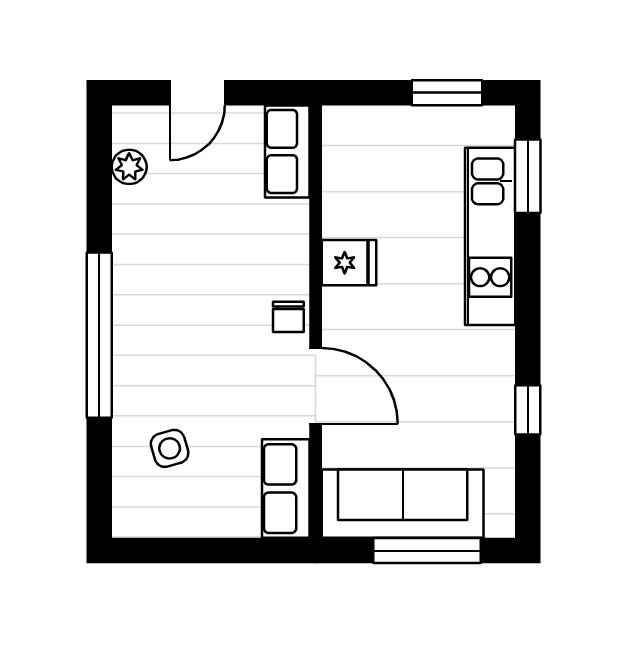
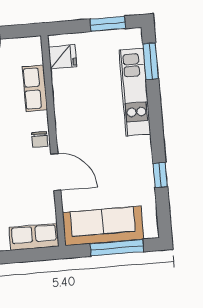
row of seats: (287, 151) -> (35, 88), moved
fridge: (349, 263) -> (63, 57), moved
row of seats: (286, 489) -> (34, 237), moved, turned 90

